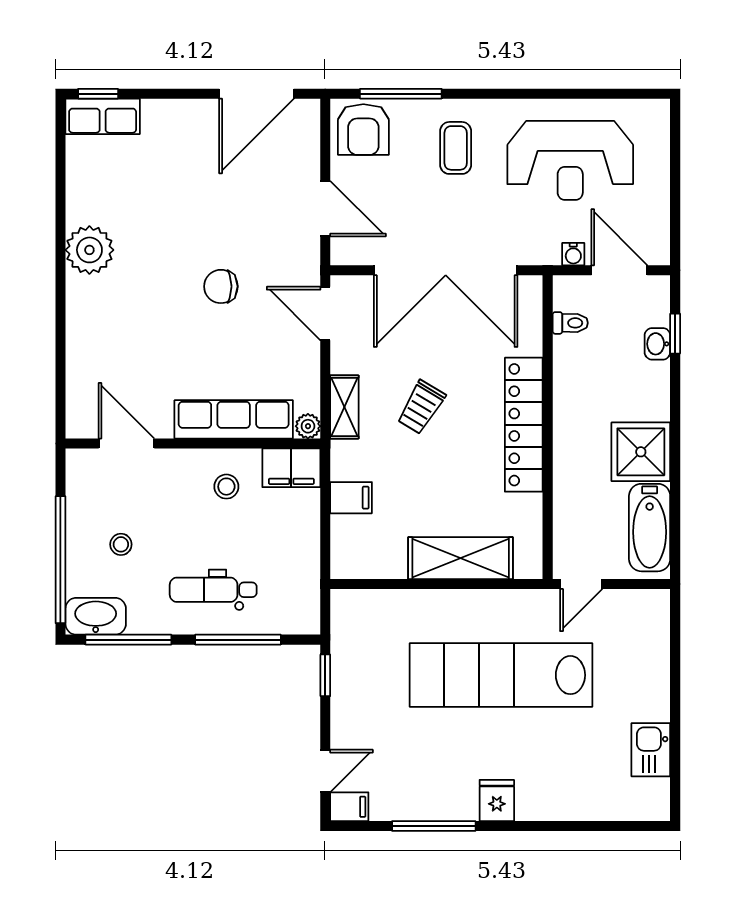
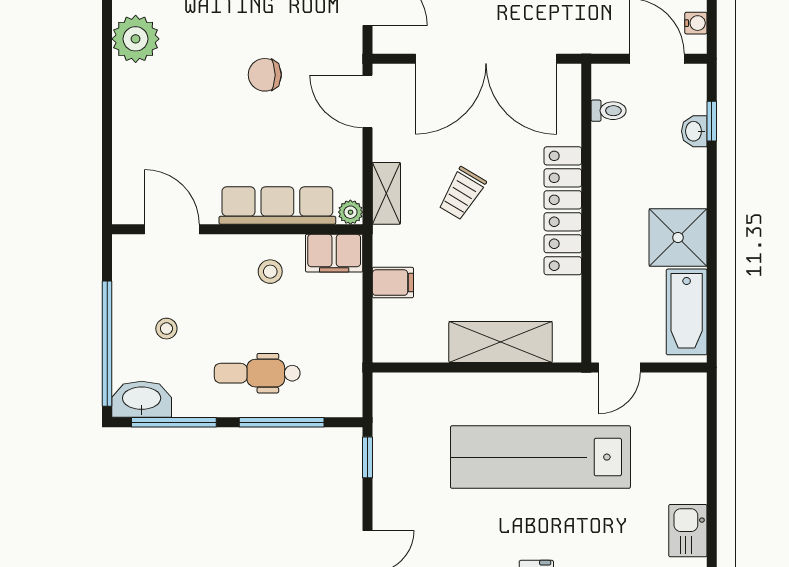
water cooler: (573, 254) -> (696, 23), moved, turned -90

